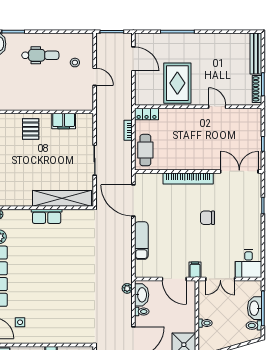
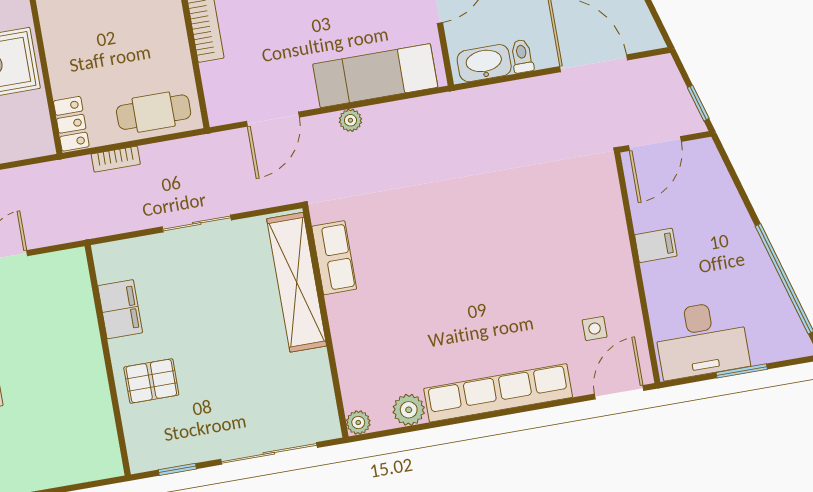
door: (133, 200) -> (273, 119), width x0.73
row of seats: (47, 216) -> (334, 258), moved
exam couch: (141, 241) -> (375, 76), width x1.36, depth x1.45
plant: (127, 288) -> (350, 120), moved

